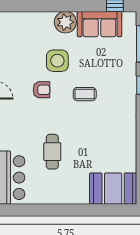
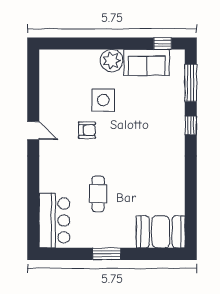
coffee table: (85, 94) -> (131, 135), removed
window: (61, 210) -> (107, 254), added

